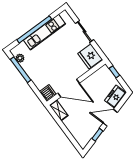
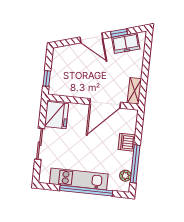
door: (69, 88) -> (105, 103), swing flipped
dishwasher: (48, 93) -> (127, 142), moved
freezer: (115, 97) -> (126, 43), moved

